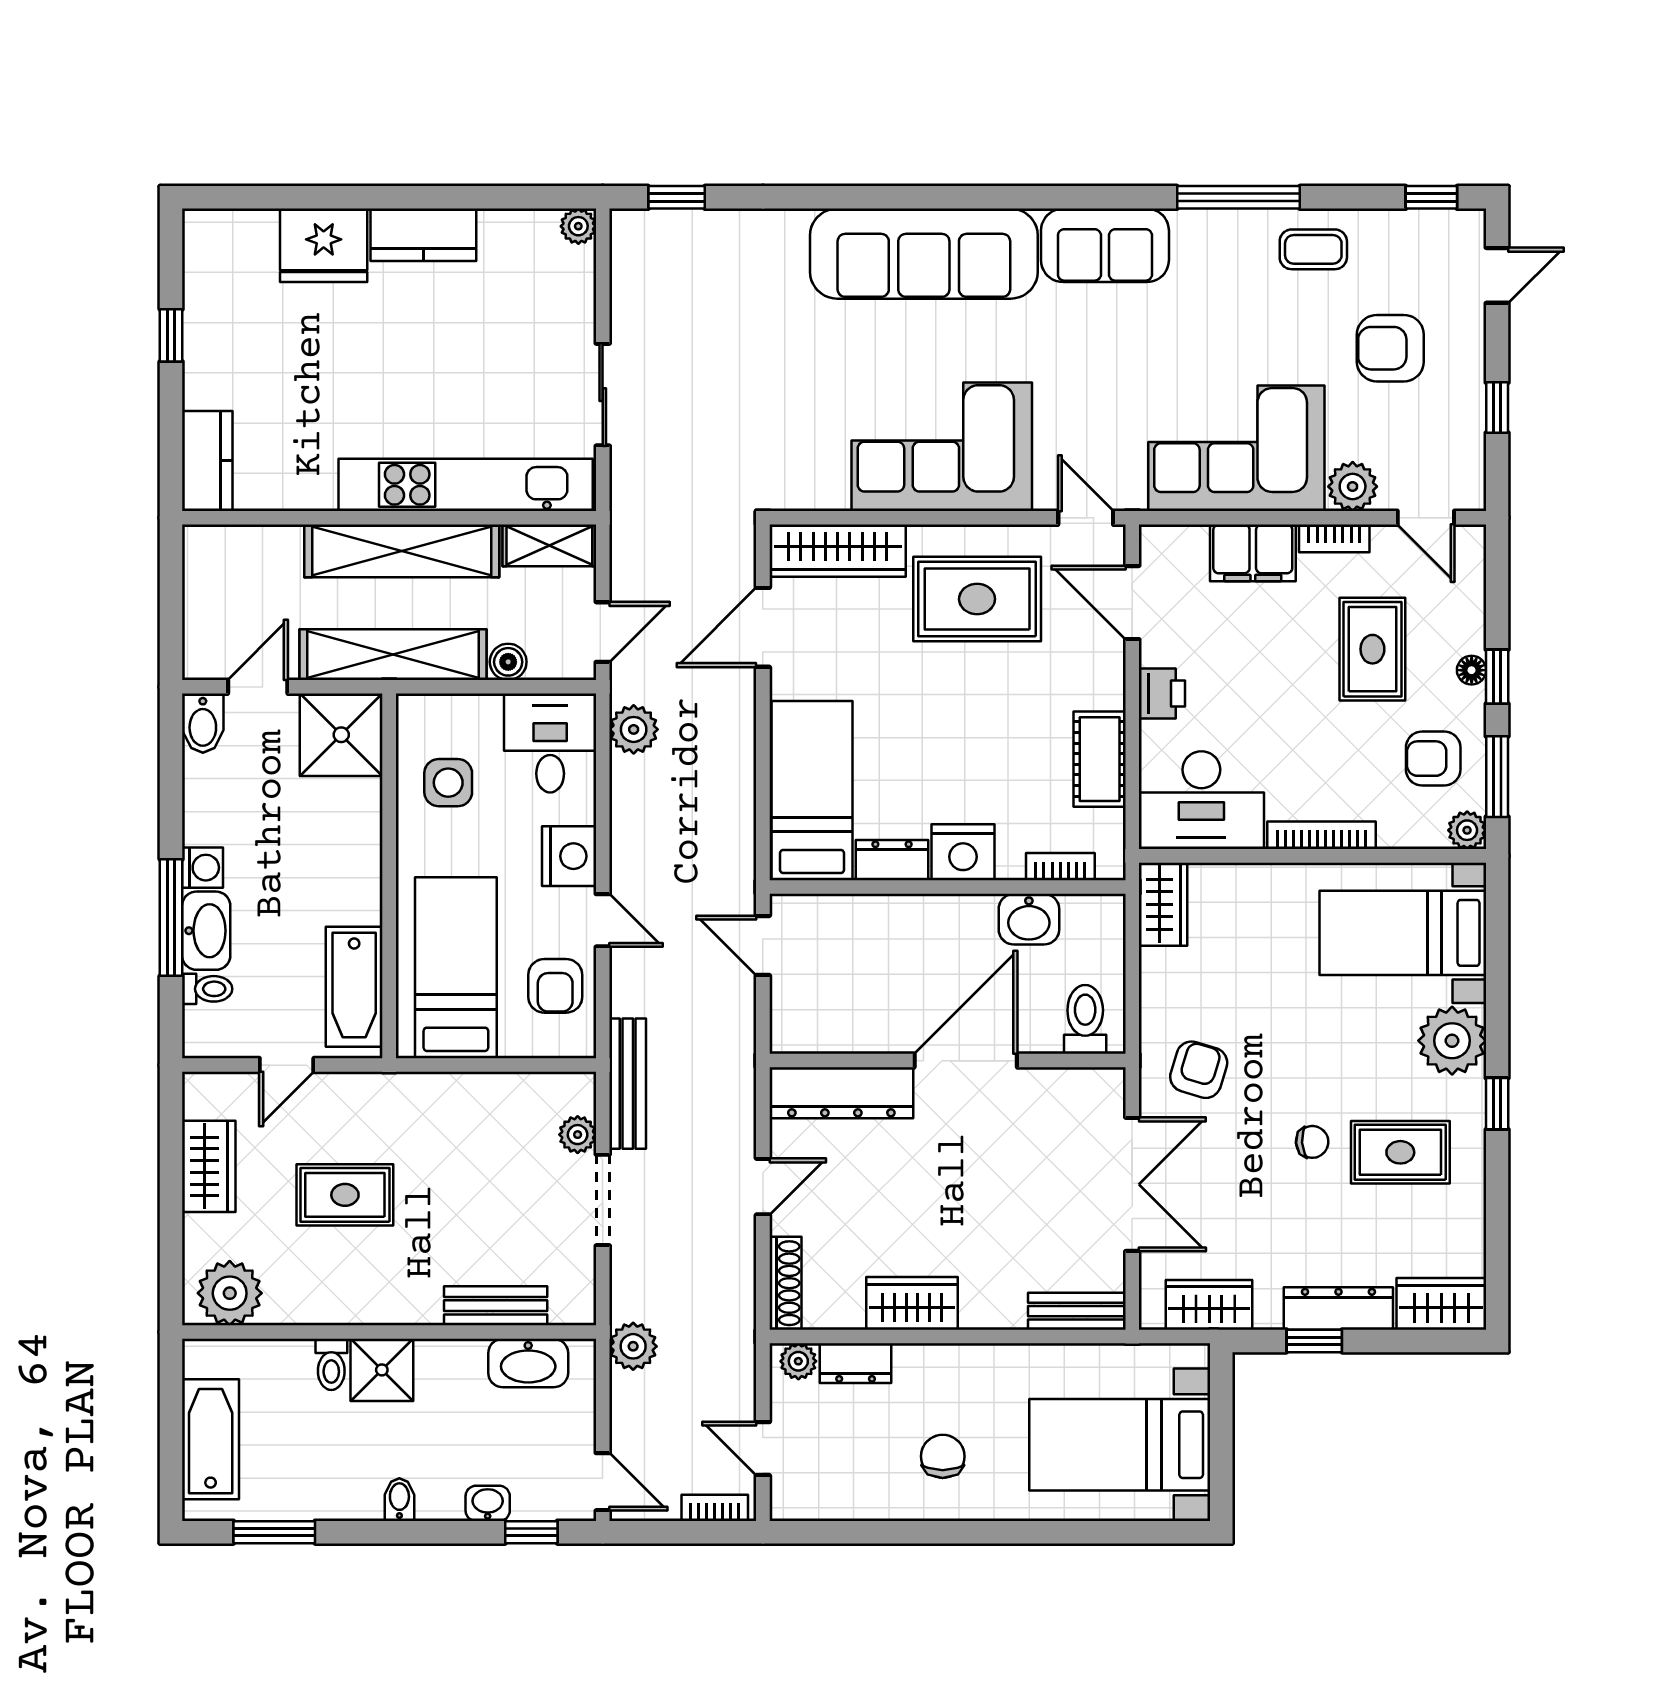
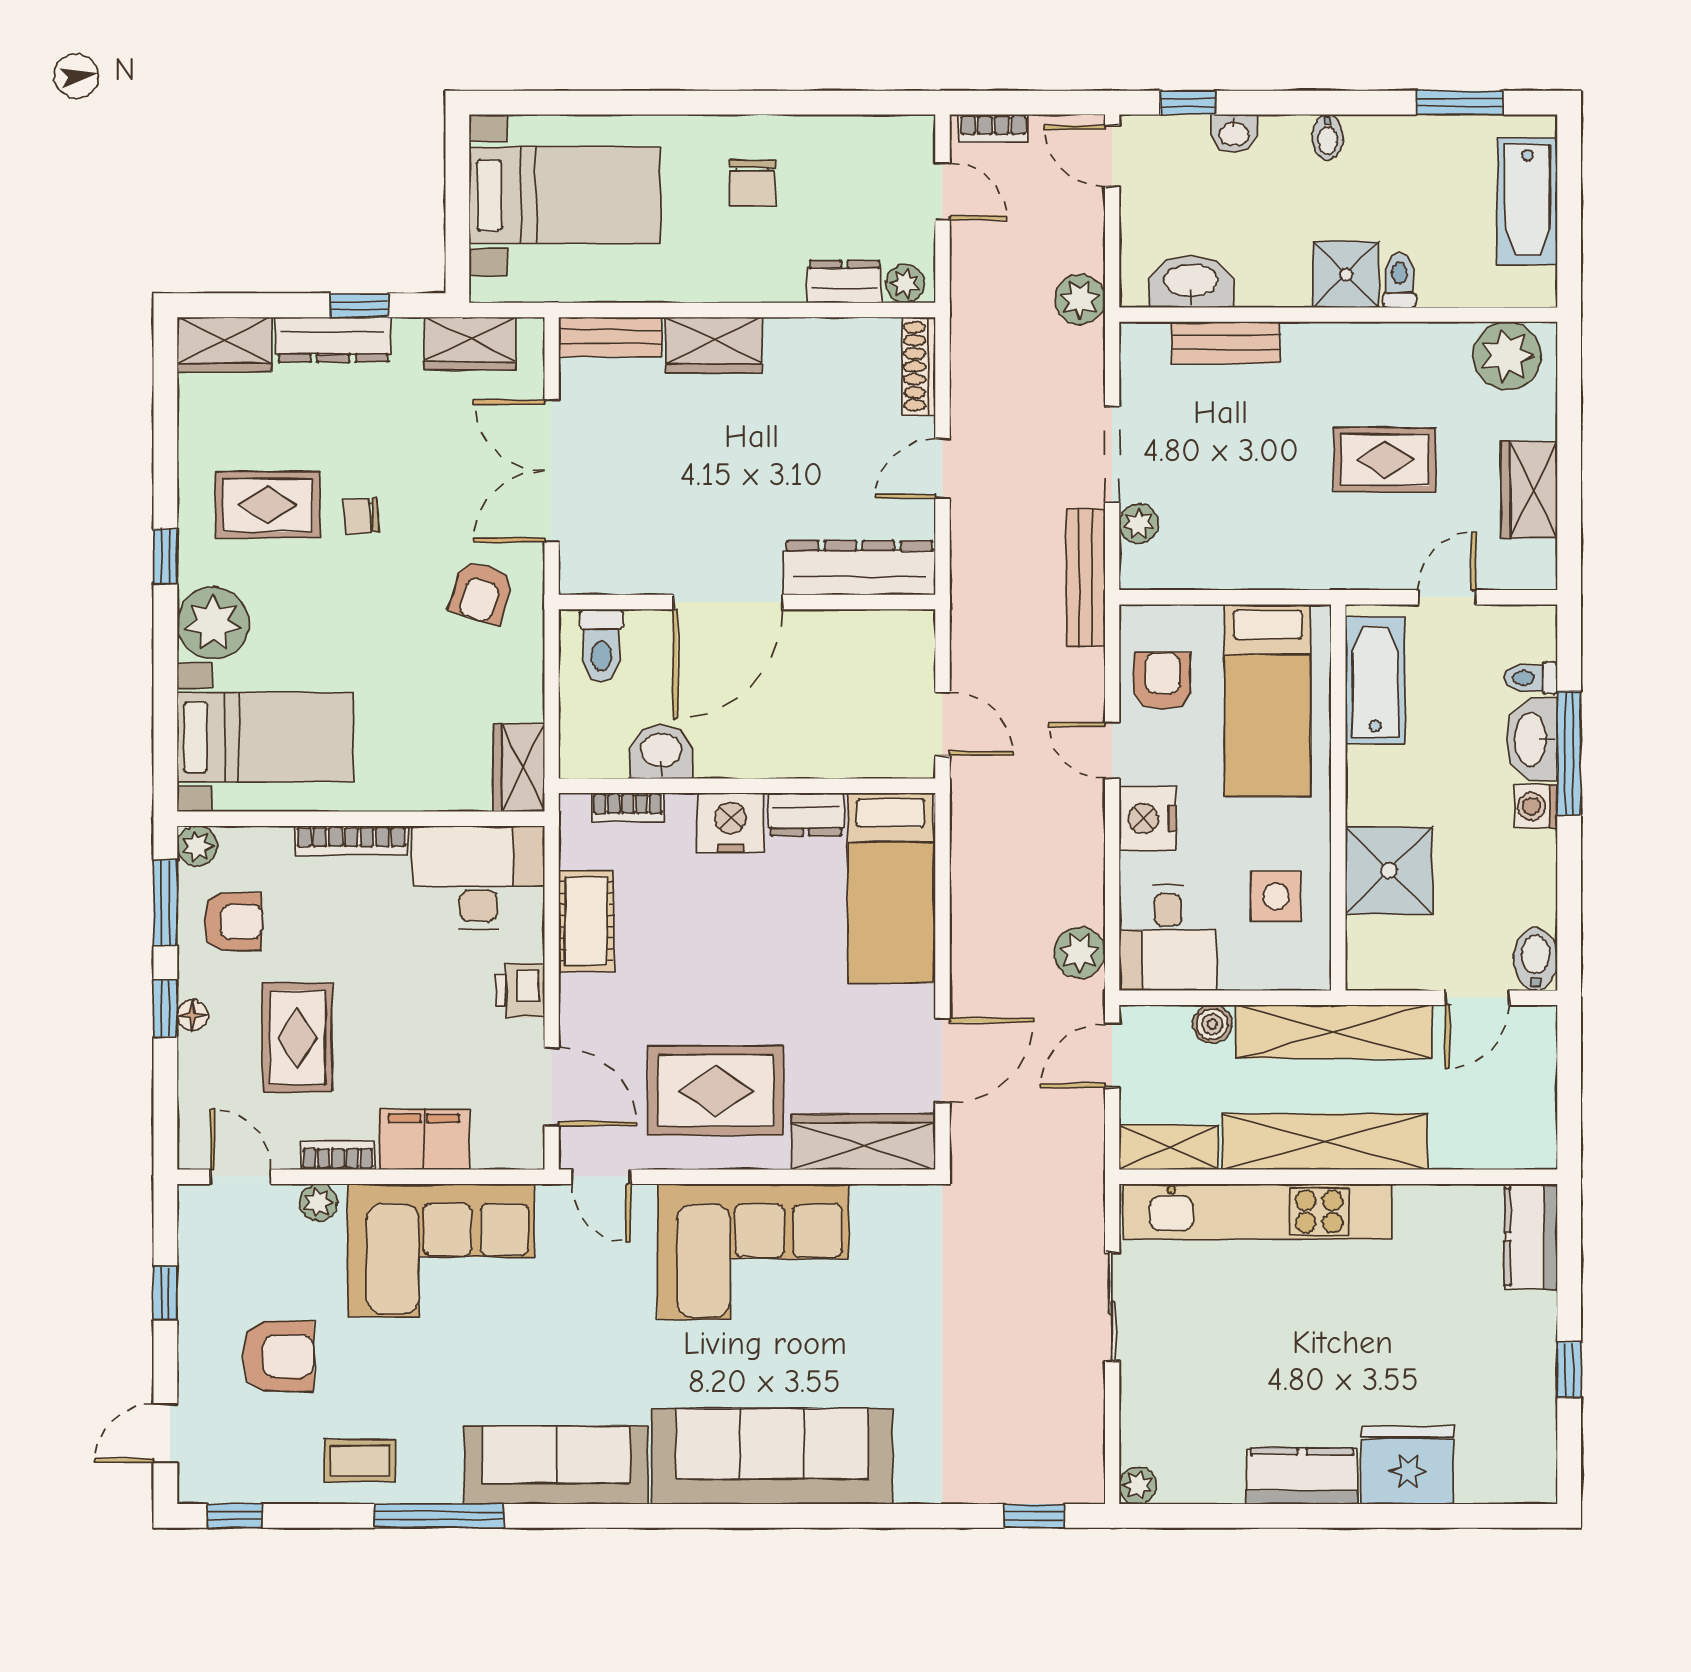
sofa: (1105, 245) -> (556, 1465), width x1.36
plant: (1353, 486) -> (318, 1203), width x0.73, depth x0.73
shower: (341, 735) -> (1389, 871), moved
wardrobe: (912, 1303) -> (714, 345), moved

